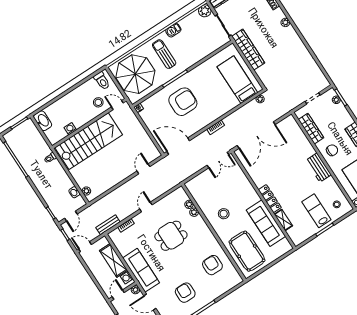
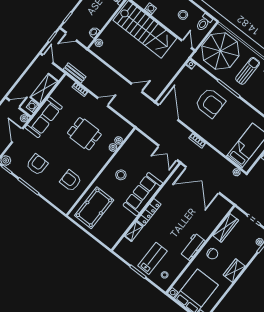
stool: (98, 102) -> (183, 15), moved
sofa: (266, 223) -> (143, 194), moved
armchair: (212, 265) -> (71, 181), turned -90

